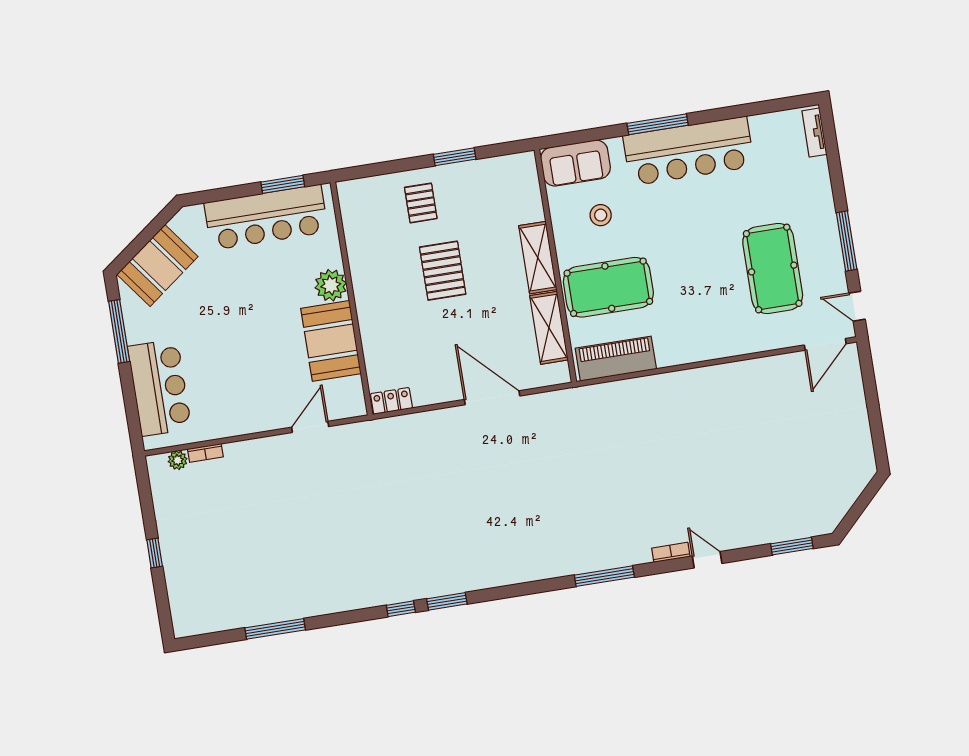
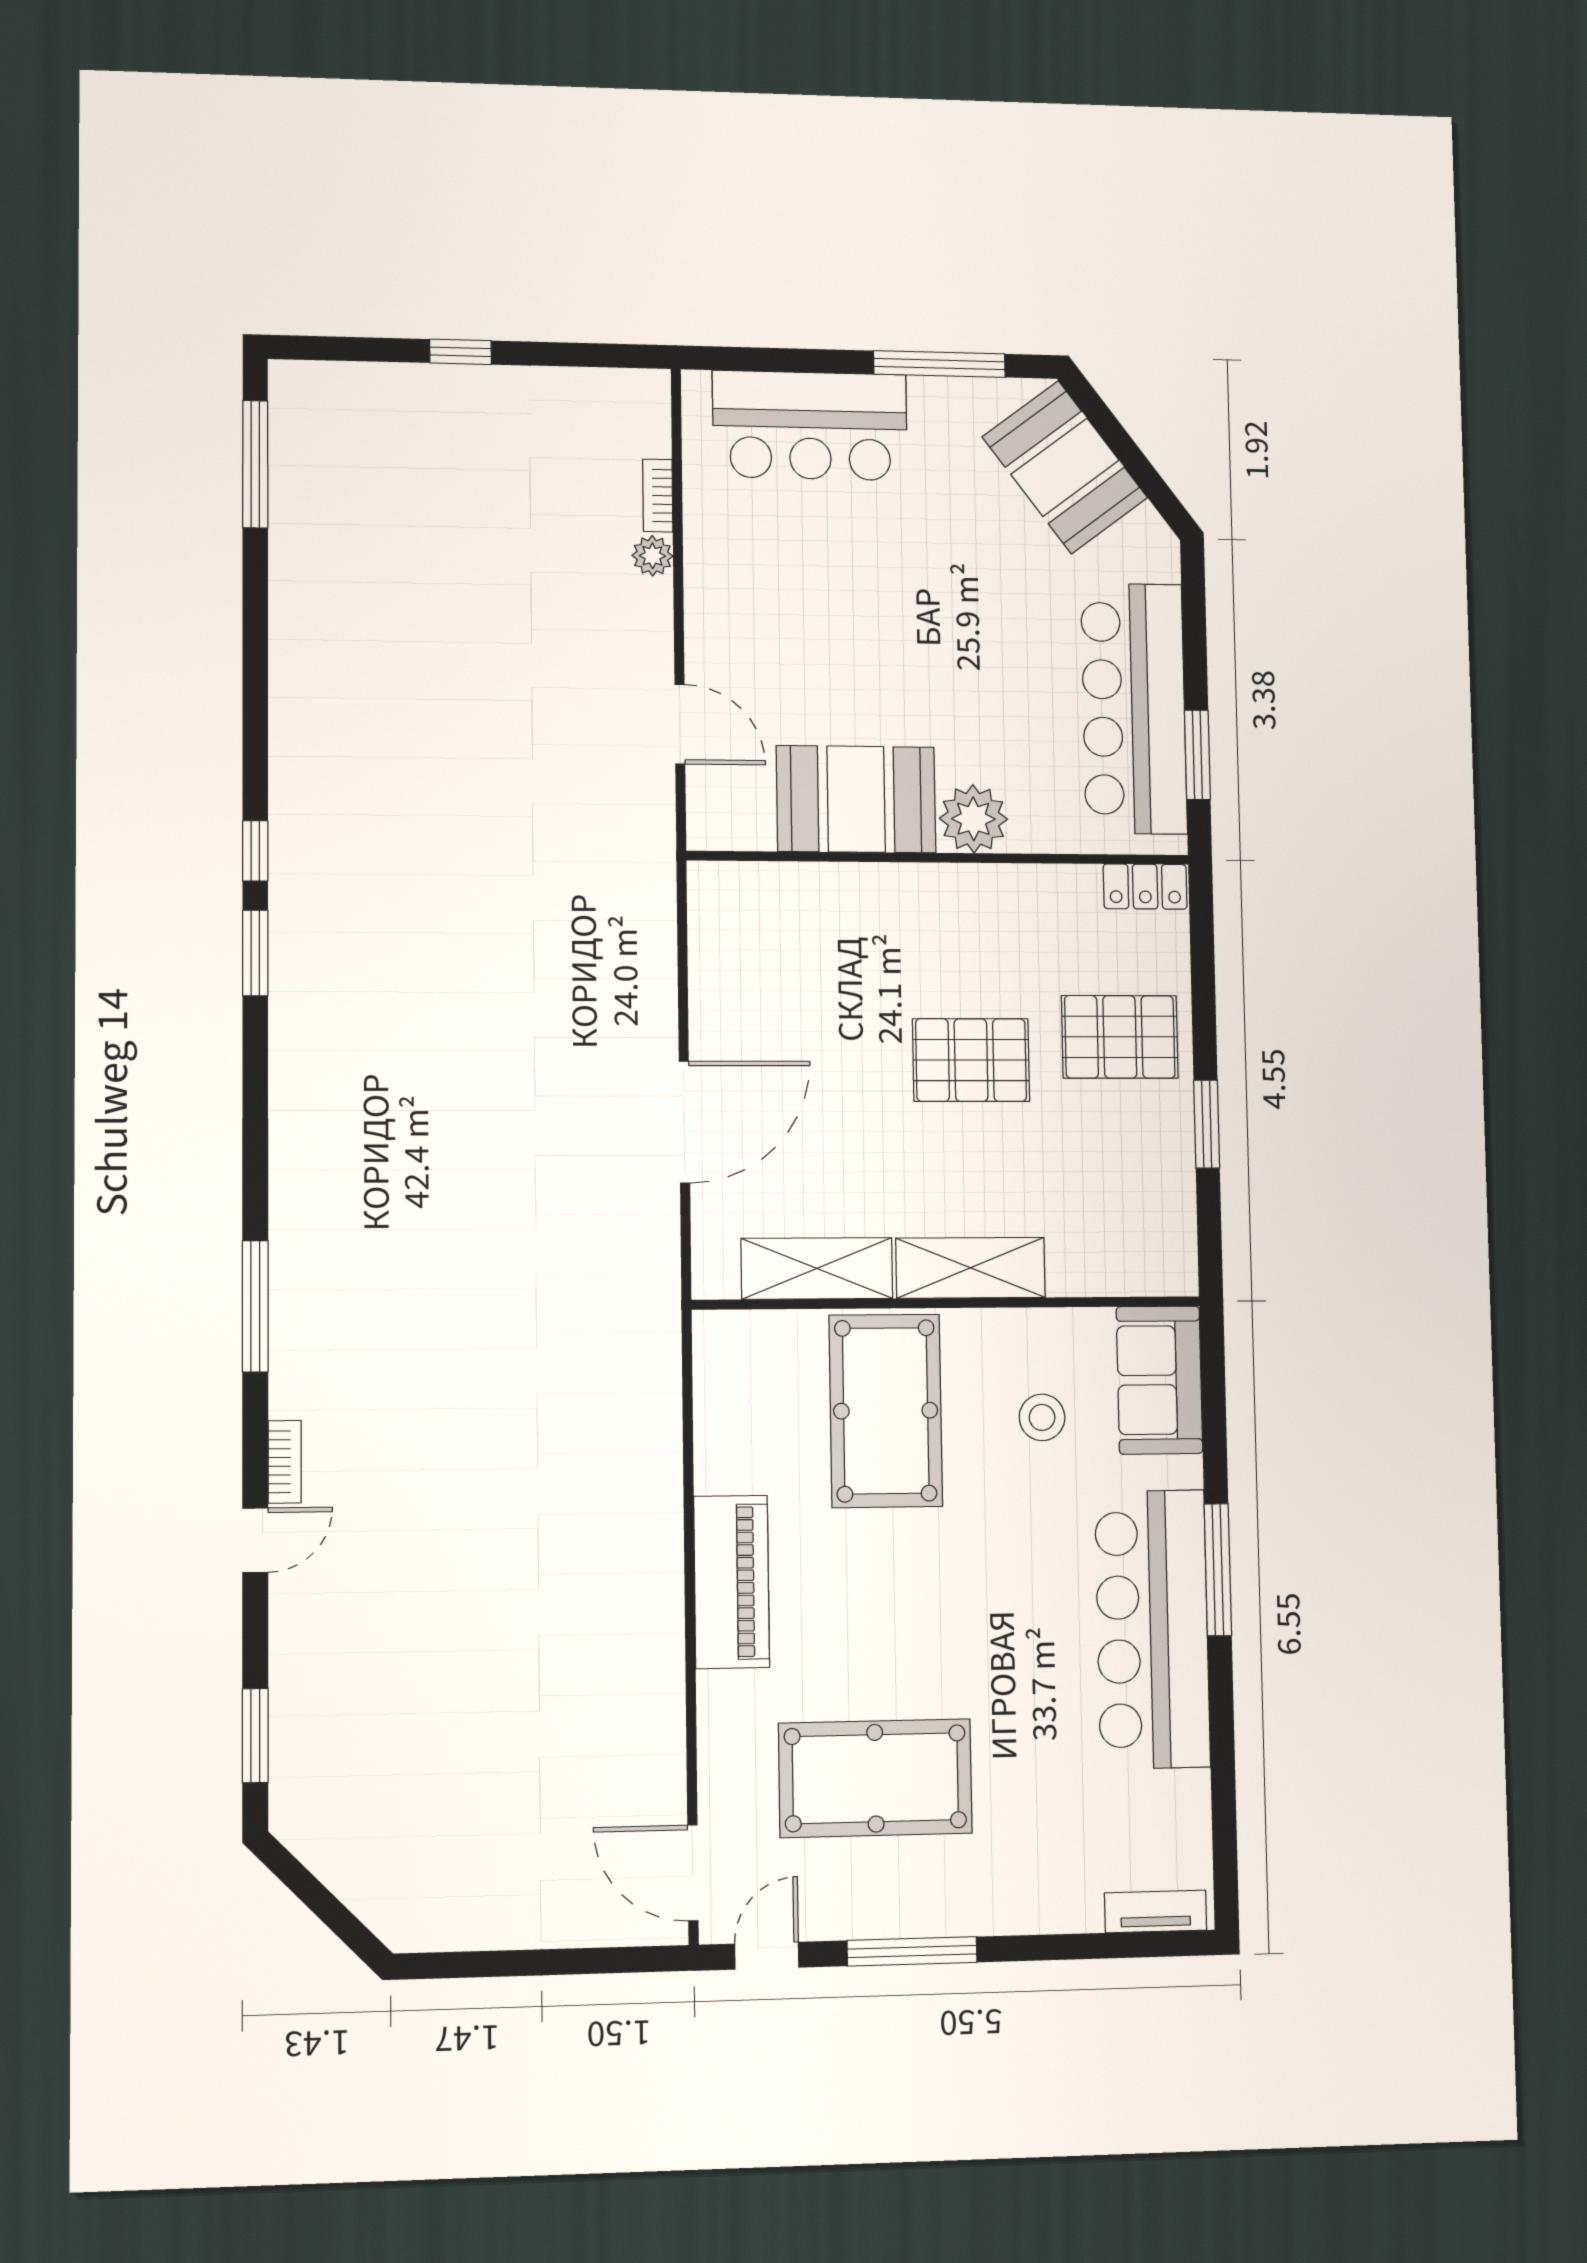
pallet: (421, 203) -> (1120, 1037), width x1.50, depth x1.42
piano: (616, 359) -> (732, 1582), moved
locker: (391, 401) -> (1145, 887), moved, turned 90
plant: (178, 460) -> (652, 556), moved
window: (275, 629) -> (255, 464), moved

